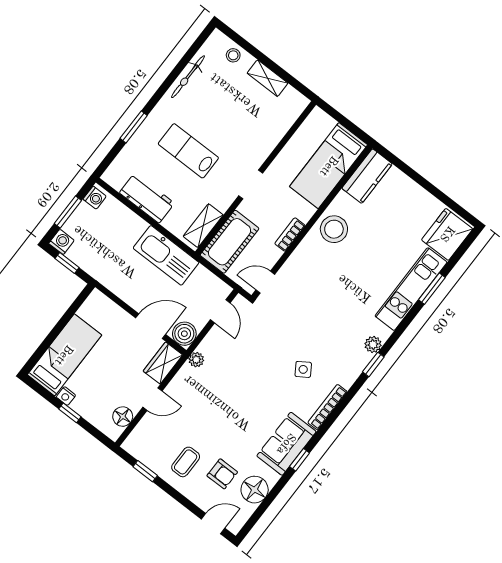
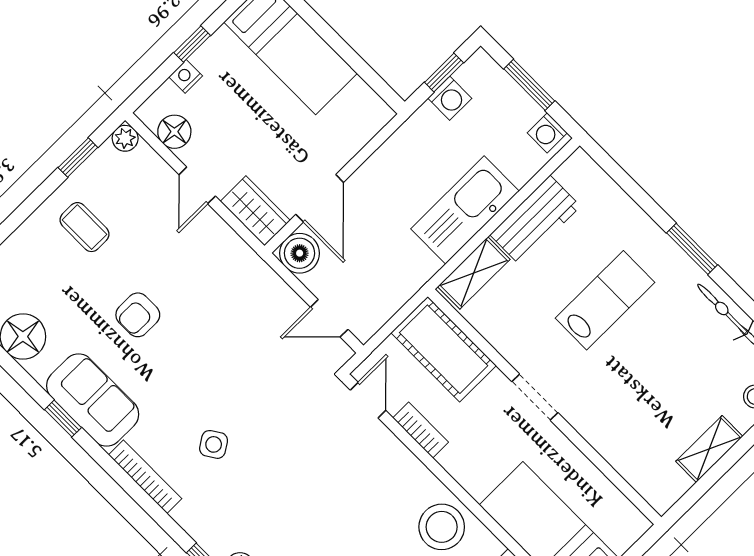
window: (134, 127) -> (692, 249), moved
shelving: (203, 226) -> (474, 273), moved, turned 90
bookcase: (290, 235) -> (421, 430), moved
washing machine: (61, 242) -> (450, 98), moved
kitchen sink: (166, 255) -> (465, 210), moved
plant: (196, 360) -> (125, 138), moved
nightstand: (66, 396) -> (186, 76), moved
armchair: (222, 474) -> (138, 315), moved

